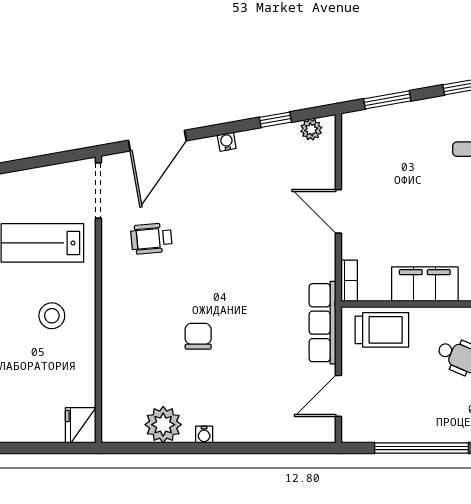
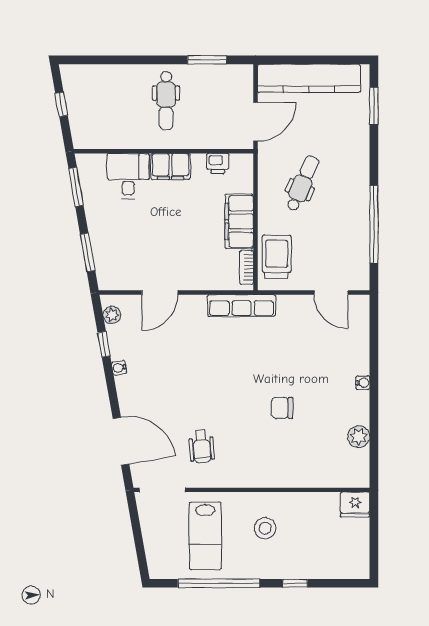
water cooler: (227, 142) -> (119, 368), moved
door: (338, 211) -> (160, 292), moved
bookcase: (349, 281) -> (247, 267), moved, turned -90
row of seats: (323, 323) -> (242, 306), moved
plant: (163, 425) -> (359, 437), width x0.73, depth x0.73
water cooler: (204, 435) -> (363, 383), moved

